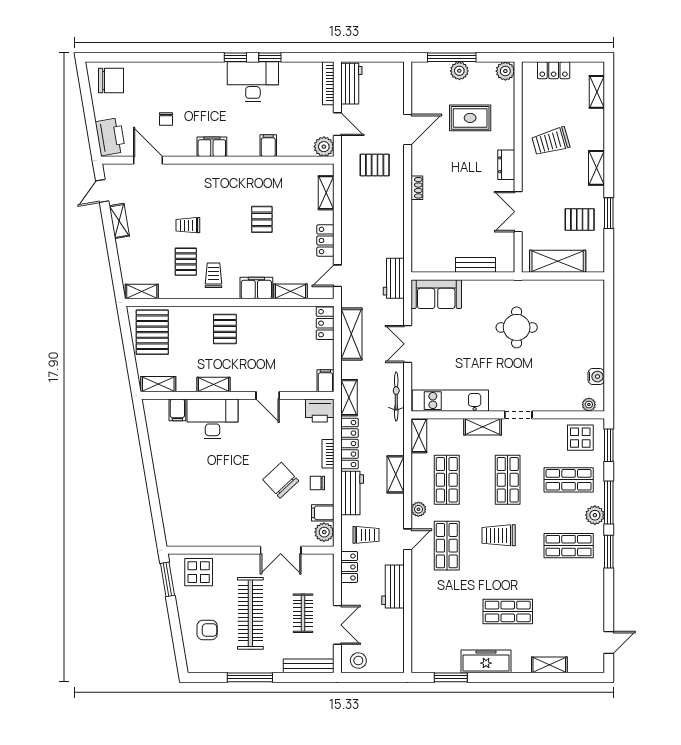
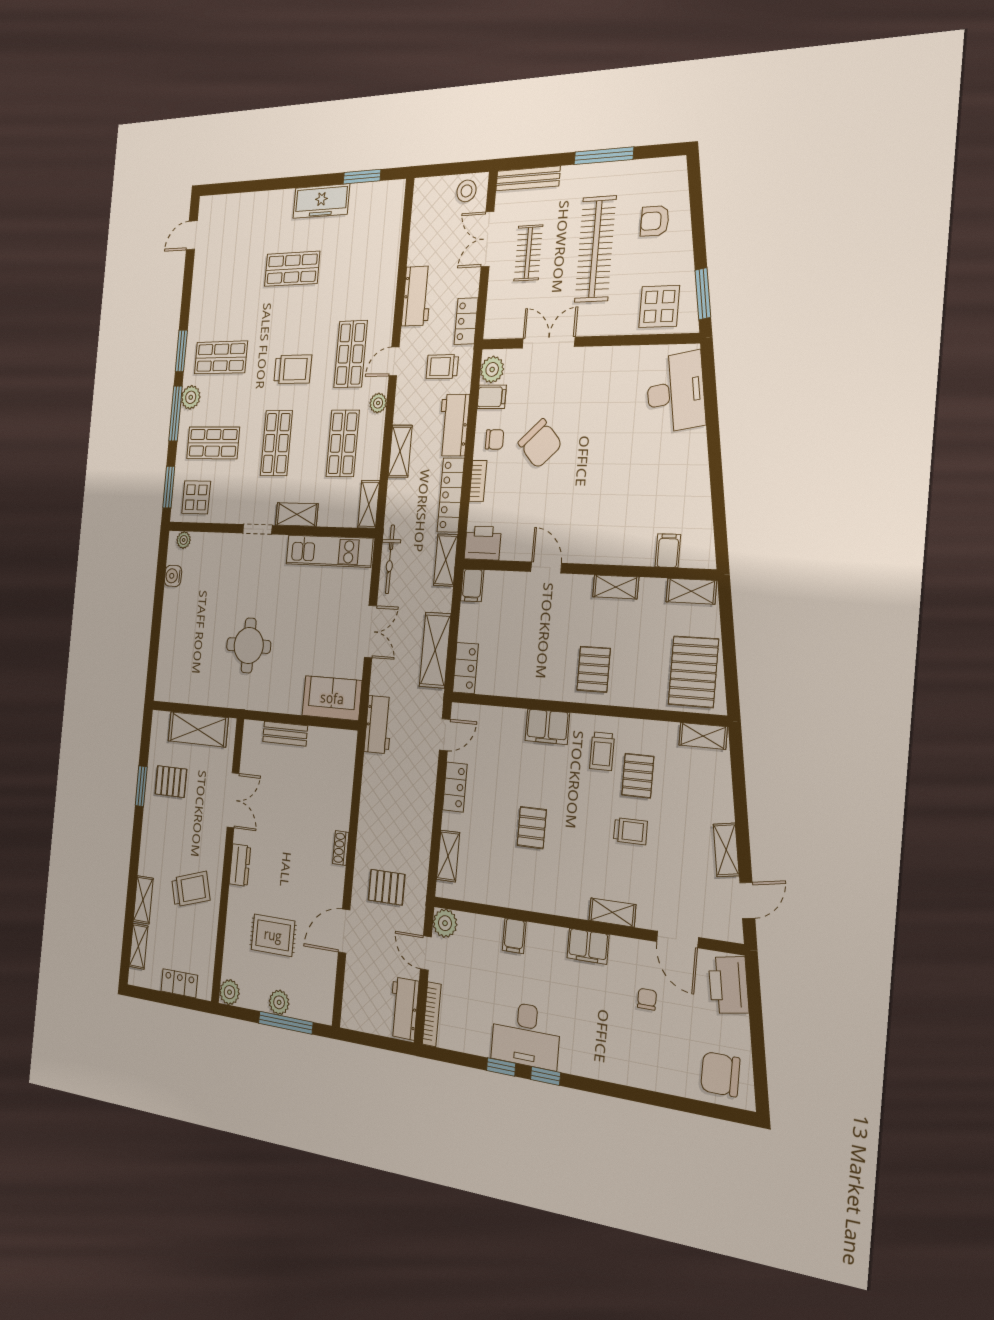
shelving: (596, 168) -> (143, 900), moved
shelving: (291, 291) -> (612, 912), moved
desk: (213, 419) -> (676, 392), moved, turned -100
shelving: (549, 665) -> (255, 202), removed

